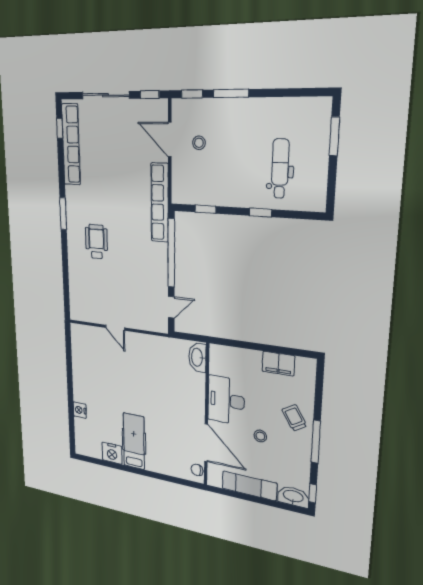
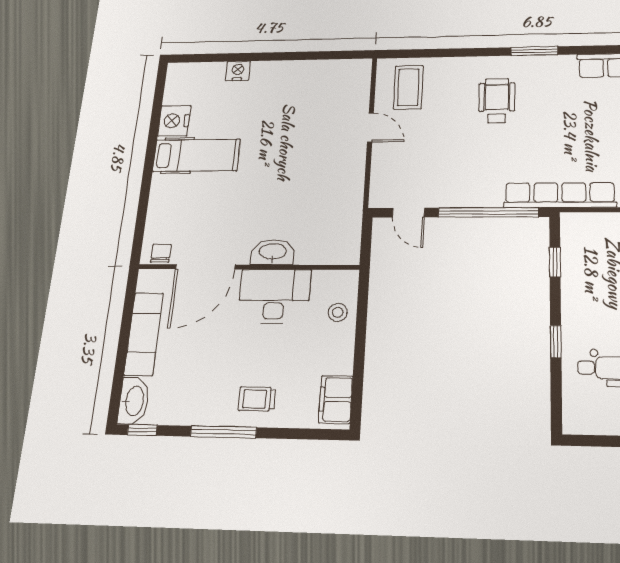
wheelchair: (96, 242) -> (497, 101), turned -90
coffee table: (88, 301) -> (408, 87), added
door: (115, 328) -> (370, 128), swing flipped
washbasin: (197, 357) -> (273, 252), moved
filing cabinet: (278, 364) -> (336, 399), moved
trolley: (294, 418) -> (257, 399), turned -149
stool: (260, 436) -> (338, 312), moved

